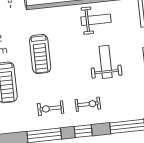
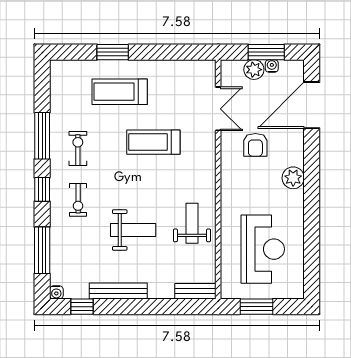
weight bench: (96, 20) -> (192, 223), turned 180

